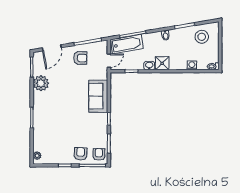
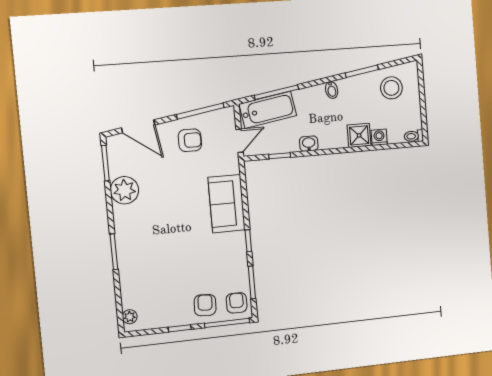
door: (52, 48) -> (138, 126), hinge flipped
shower: (162, 63) -> (359, 135), moved

